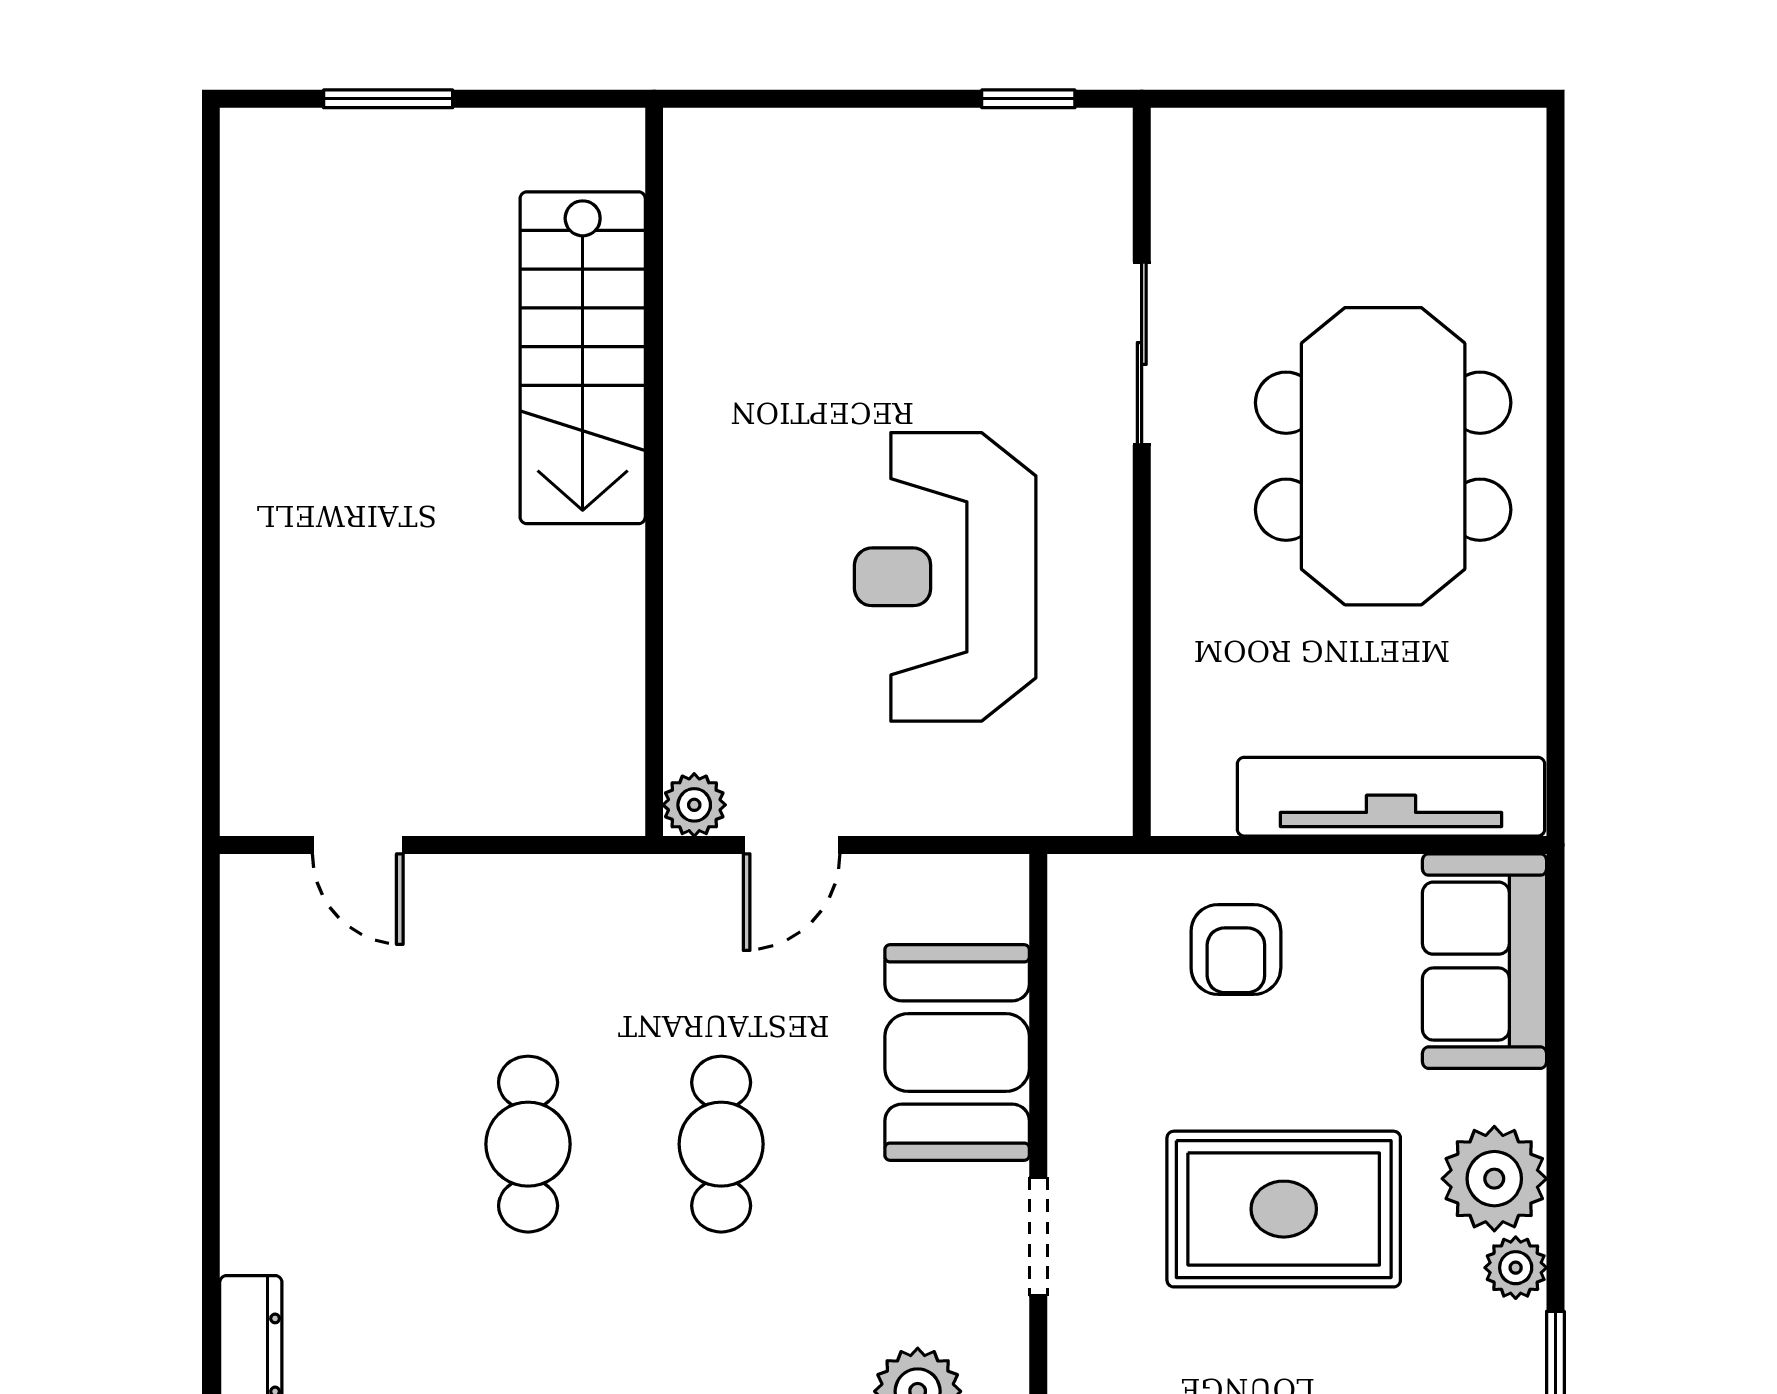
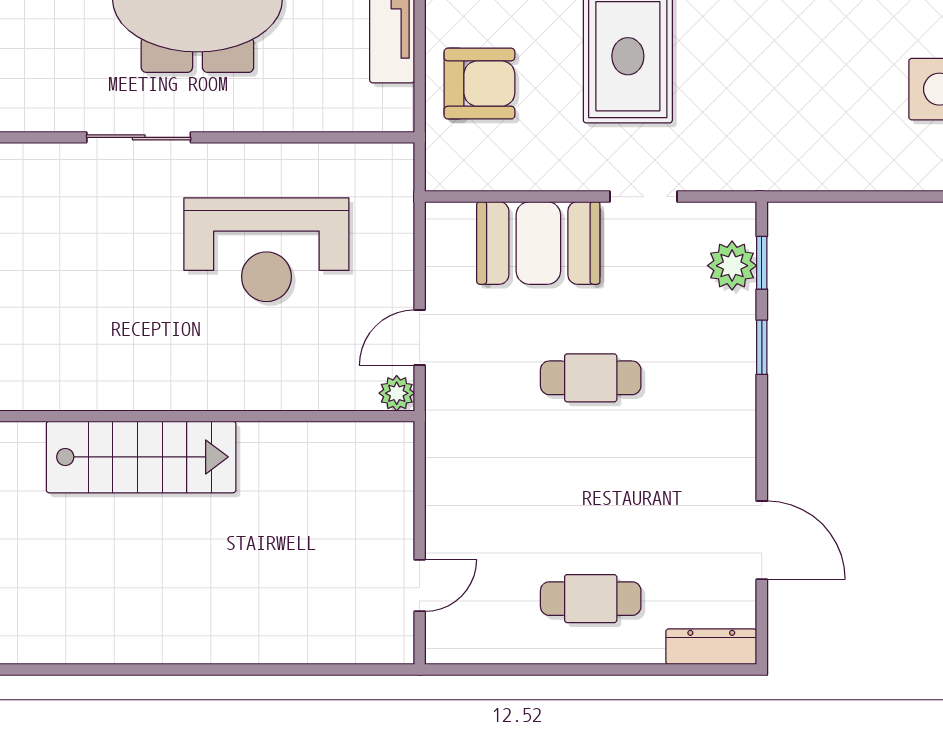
door: (792, 845) -> (420, 338), swing flipped
armchair: (1236, 949) -> (479, 84), width x1.38, depth x1.38
cafe table: (528, 1144) -> (591, 599), moved

